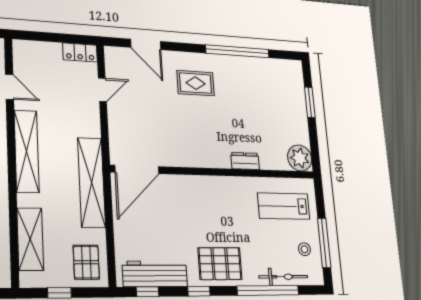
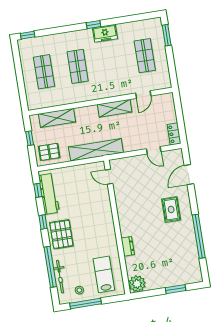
shelving: (27, 151) -> (115, 108), width x0.68
door: (137, 169) -> (109, 177), width x0.53

